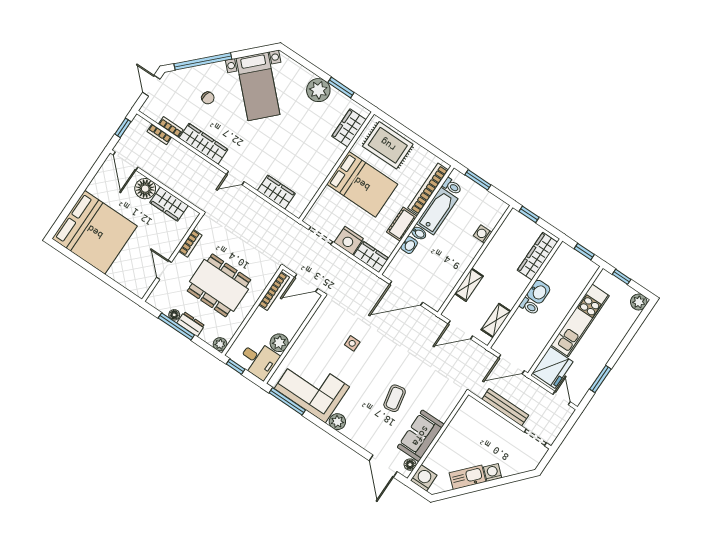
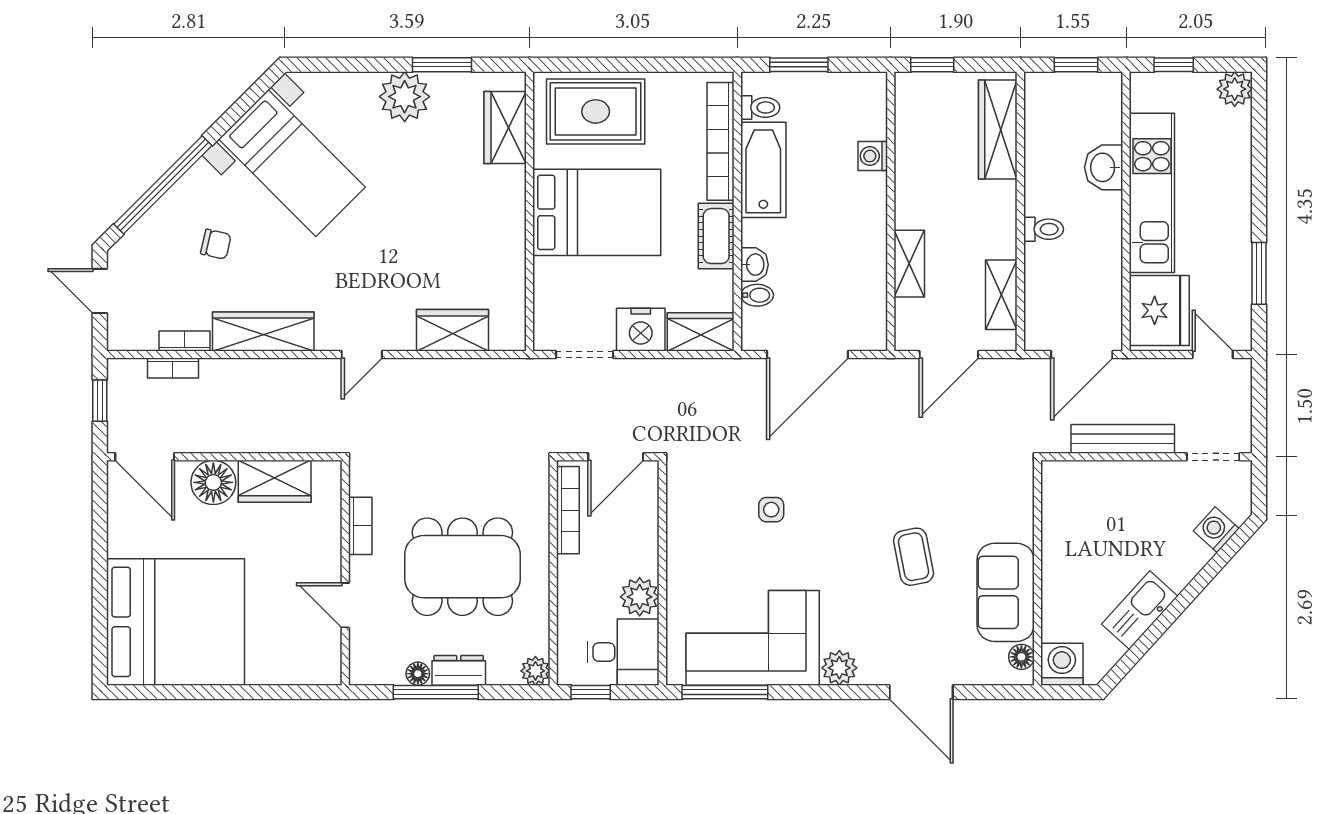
bidet: (419, 233) -> (757, 295), moved
washbasin: (539, 292) -> (1104, 167), moved, turned 180
door: (383, 466) -> (921, 692), moved
washing machine: (493, 472) -> (1216, 530), moved

